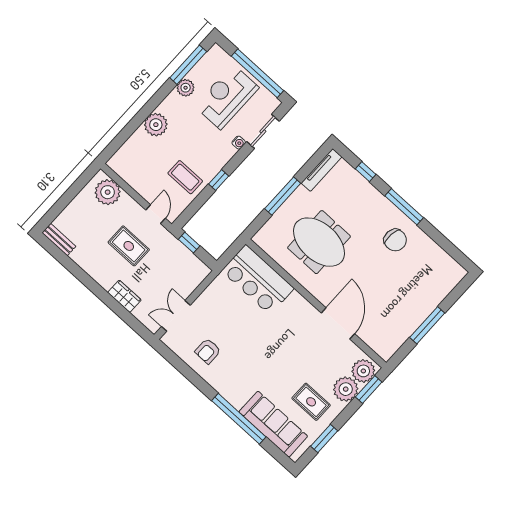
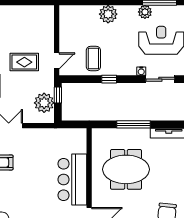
plant: (108, 192) -> (44, 103), moved
meeting table: (319, 242) -> (126, 169), turned 90
rug: (129, 246) -> (24, 62), turned 90
bar counter: (258, 280) -> (72, 180), moved

